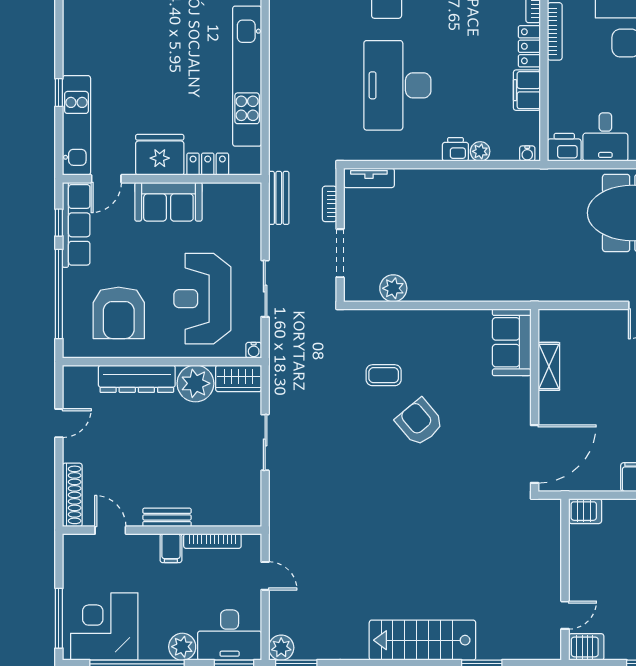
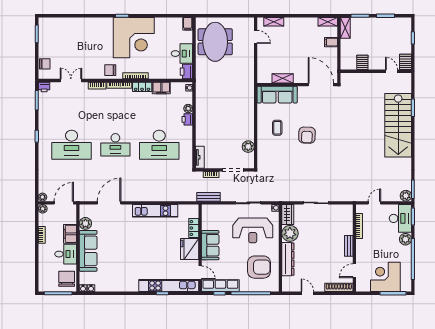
kitchen unit: (247, 76) -> (155, 211), width x0.73
kitchen unit: (76, 125) -> (169, 286), width x1.36
sofa: (512, 342) -> (277, 95), width x1.36
coffee table: (384, 375) -> (277, 128), moved
armchair: (420, 422) -> (307, 135), turned -48
server rack: (585, 511) -> (362, 62), moved
filing cabinet: (171, 548) -> (362, 244), removed
corner desk: (104, 627) -> (385, 277), moved, turned 90
stairs: (422, 640) -> (398, 125), width x1.36, depth x1.51

